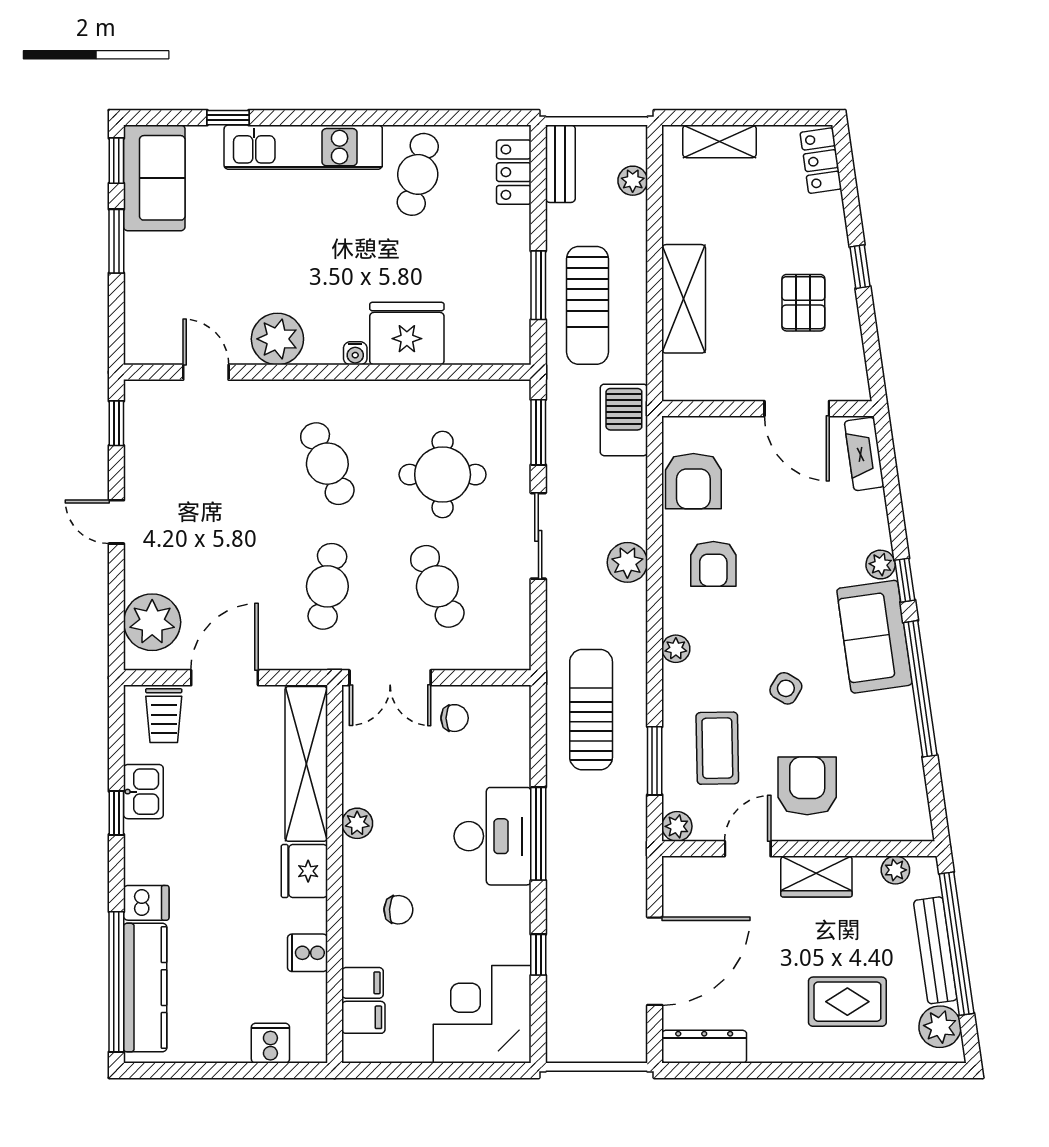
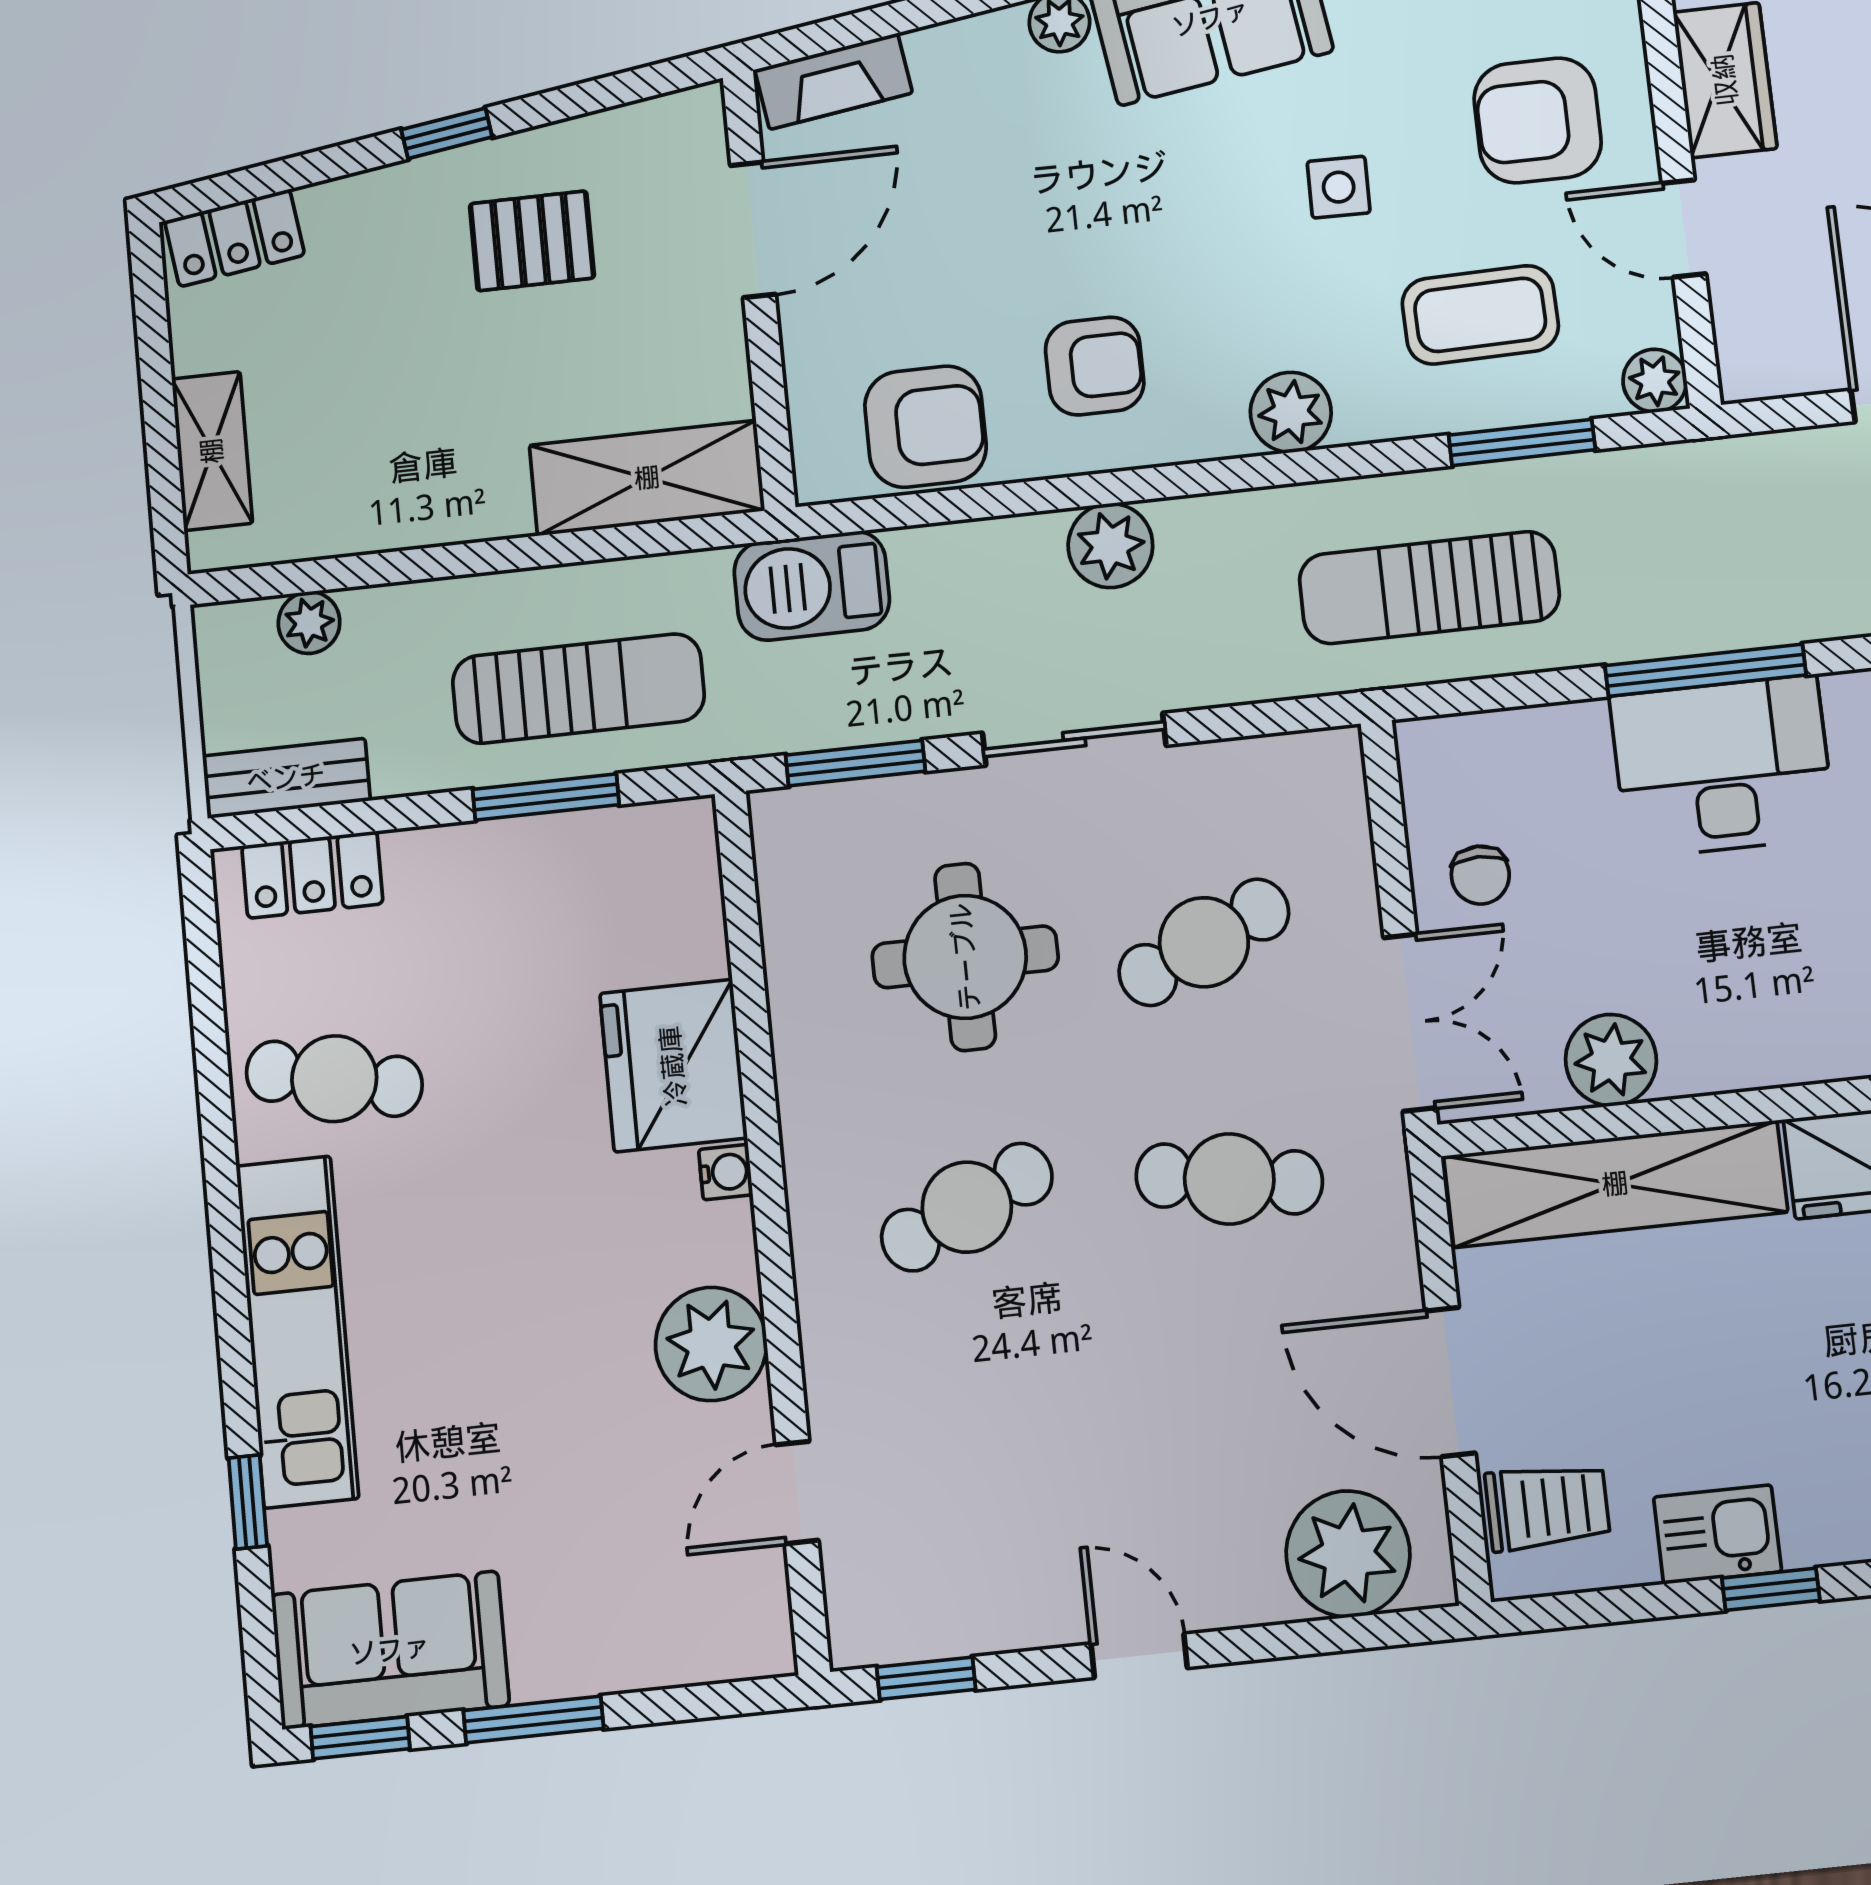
shelving: (684, 299) -> (647, 478), moved
door: (116, 522) -> (1139, 1656), swing flipped
plant: (676, 649) -> (1291, 412), width x1.38, depth x1.38
side table: (786, 688) -> (1339, 187), turned -30
chair: (455, 718) -> (1480, 875), turned 180
plant: (357, 823) -> (1611, 1060), moved, width x1.38, depth x1.38

